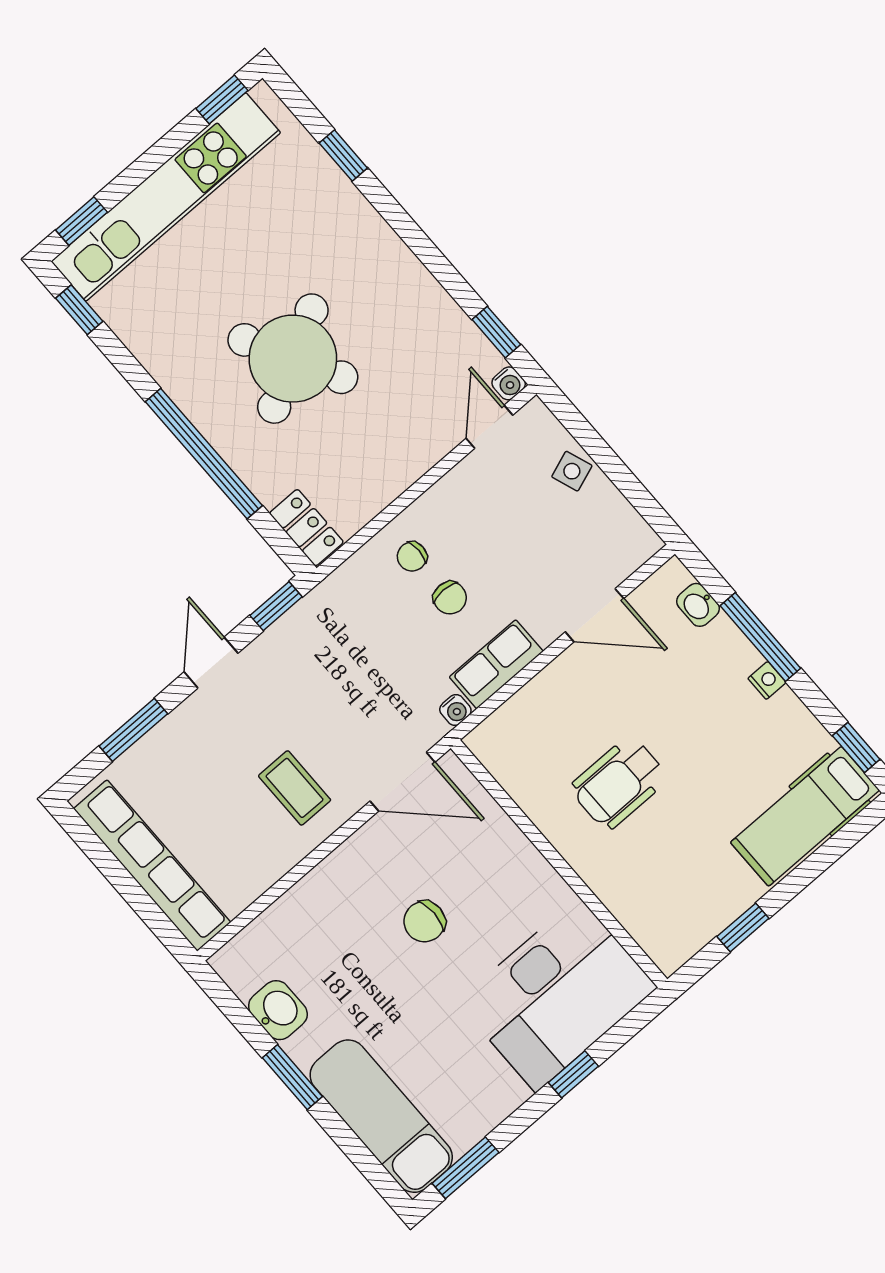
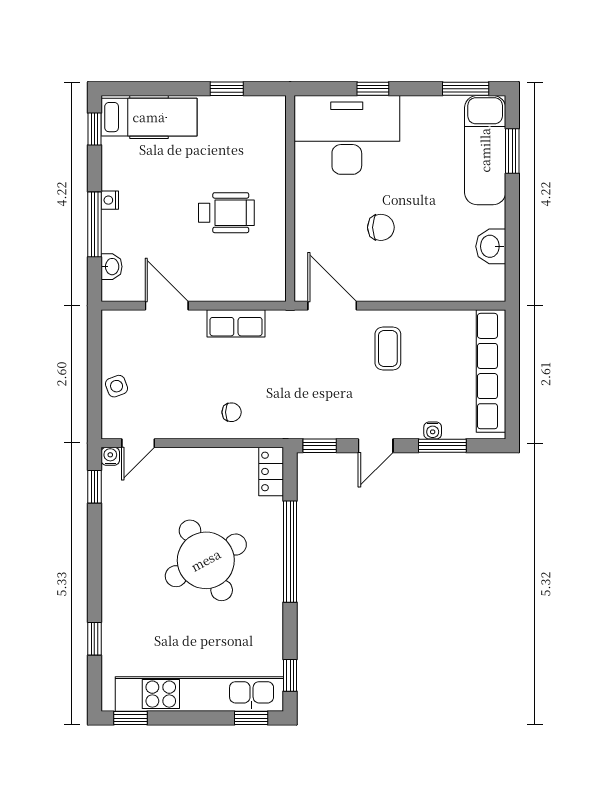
chair: (450, 598) -> (230, 376), removed
water cooler: (455, 710) -> (433, 430), moved, turned 180
window: (292, 1077) -> (512, 151), moved

